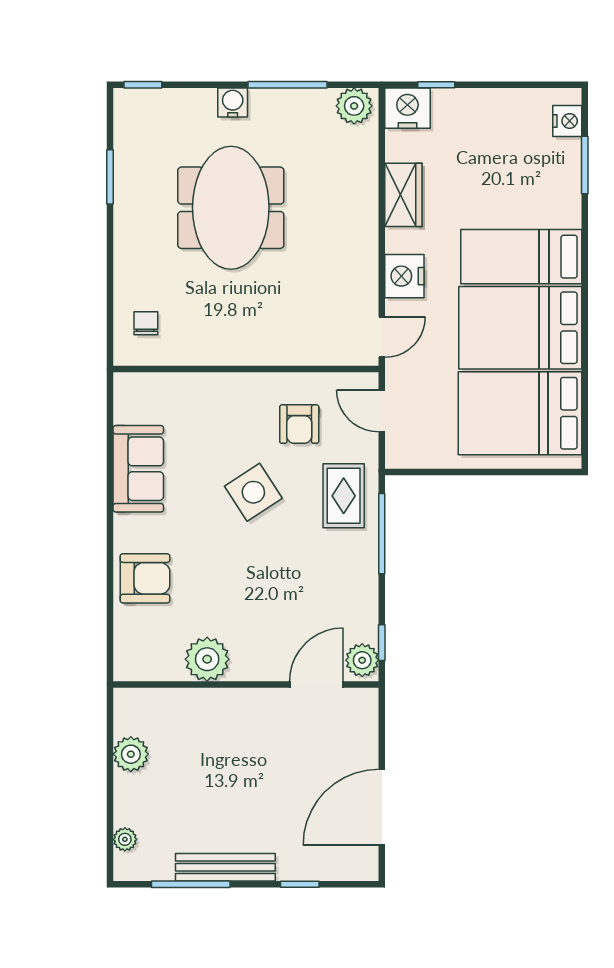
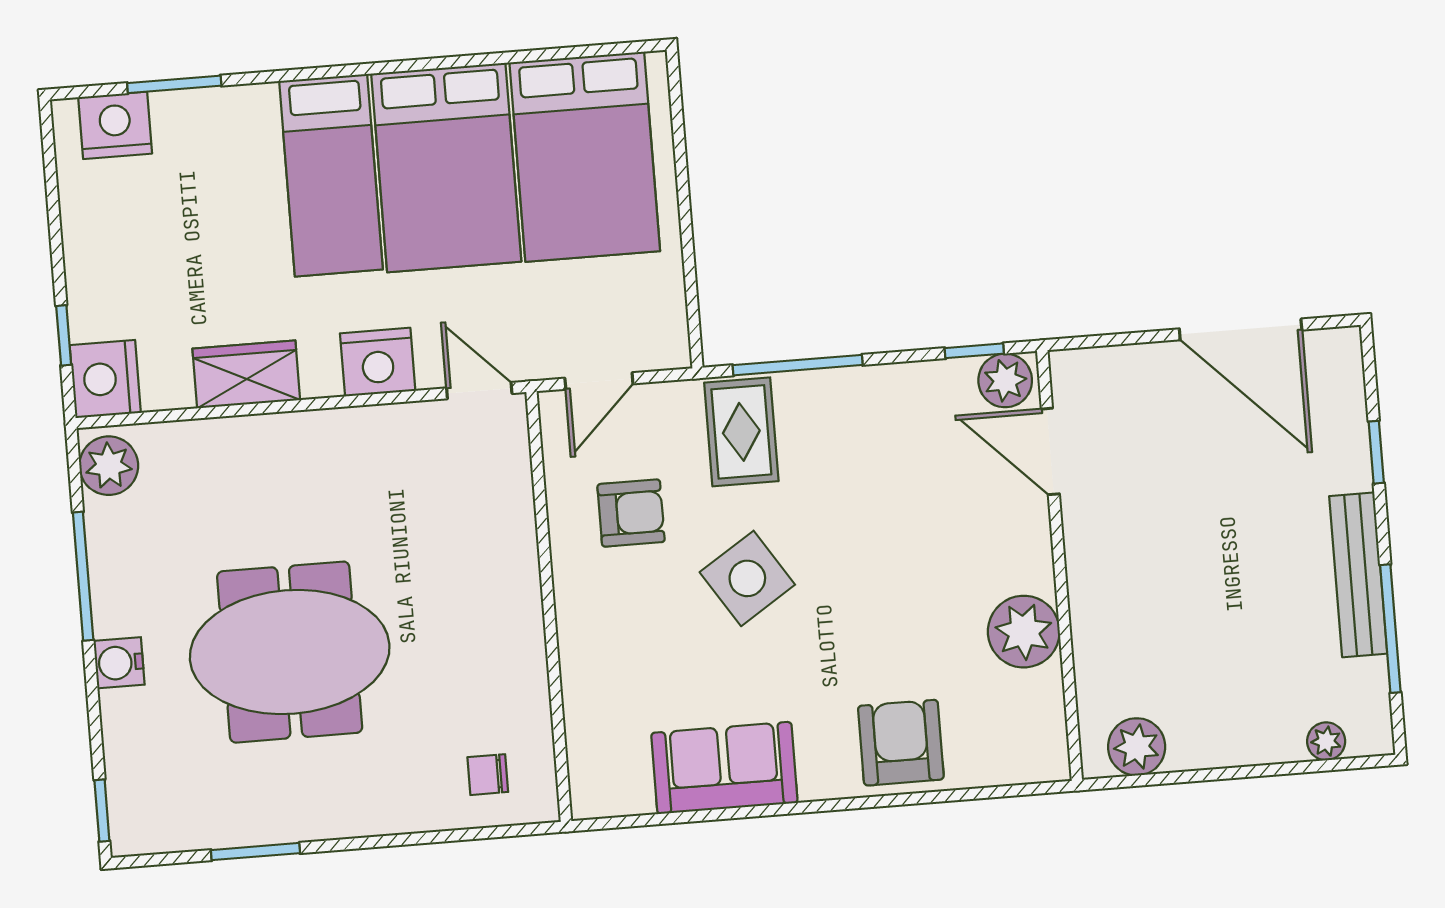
nightstand: (567, 121) -> (115, 125), width x1.36, depth x1.33
rug: (344, 496) -> (741, 432), turned 90
plant: (131, 754) -> (1137, 747), moved

